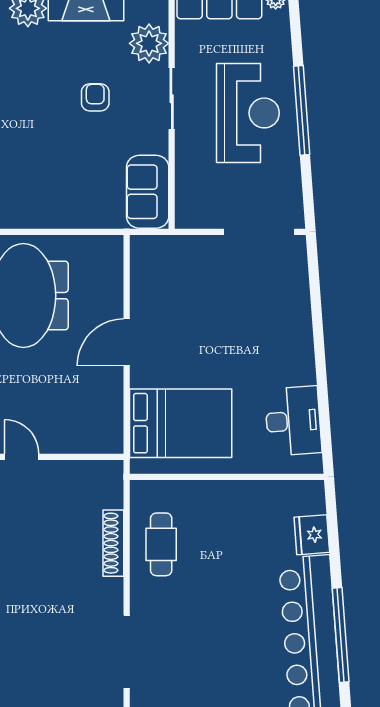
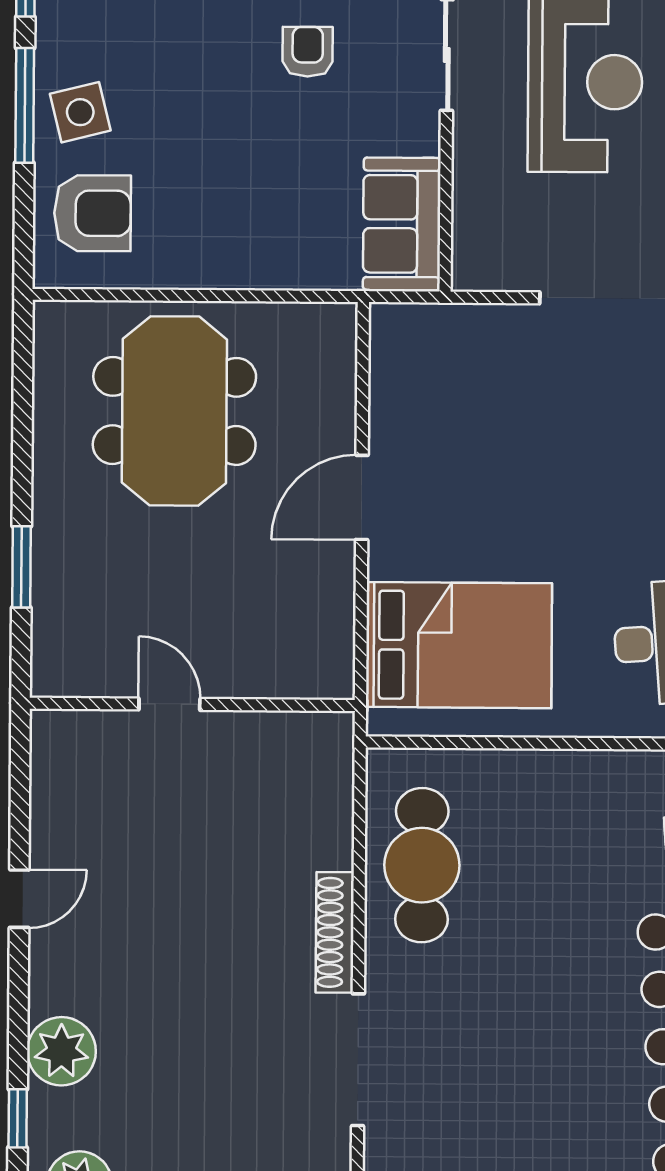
shoe rack: (113, 543) -> (335, 932), moved
cafe table: (161, 544) -> (422, 865), width x1.37, depth x1.35

